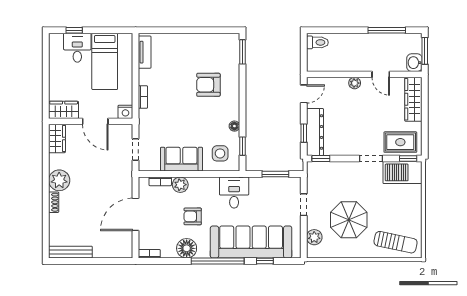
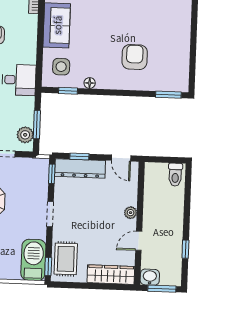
window: (387, 30) -> (185, 249), width x0.46
doorway: (371, 158) -> (50, 214), moved
plant: (180, 185) -> (25, 135), moved

